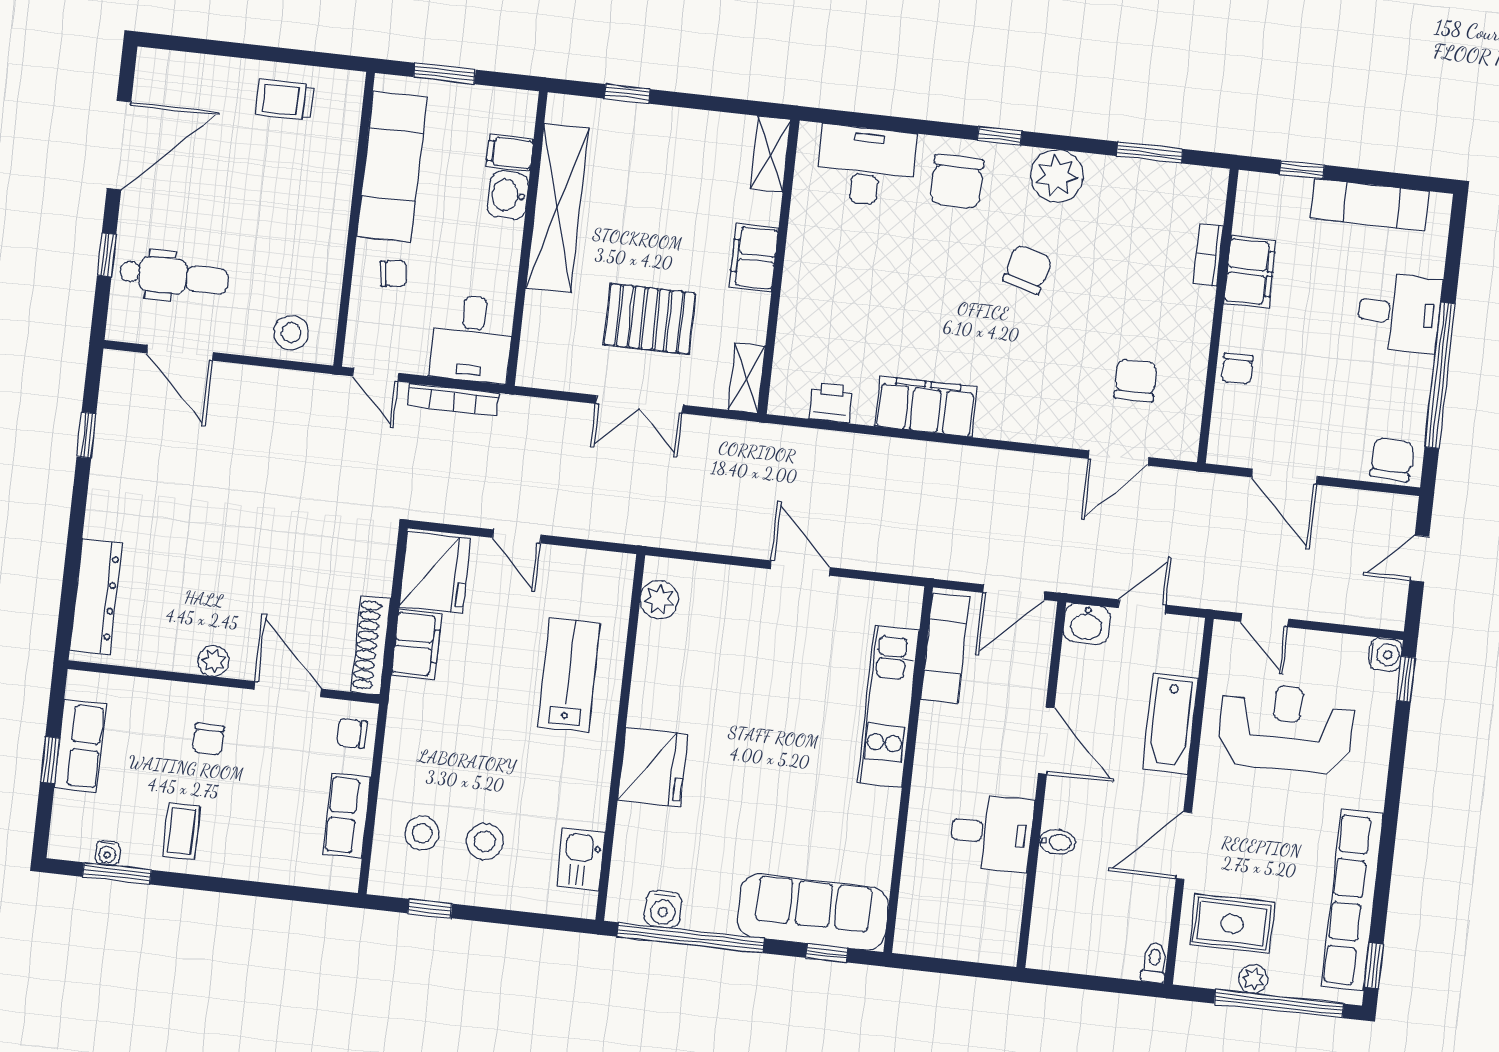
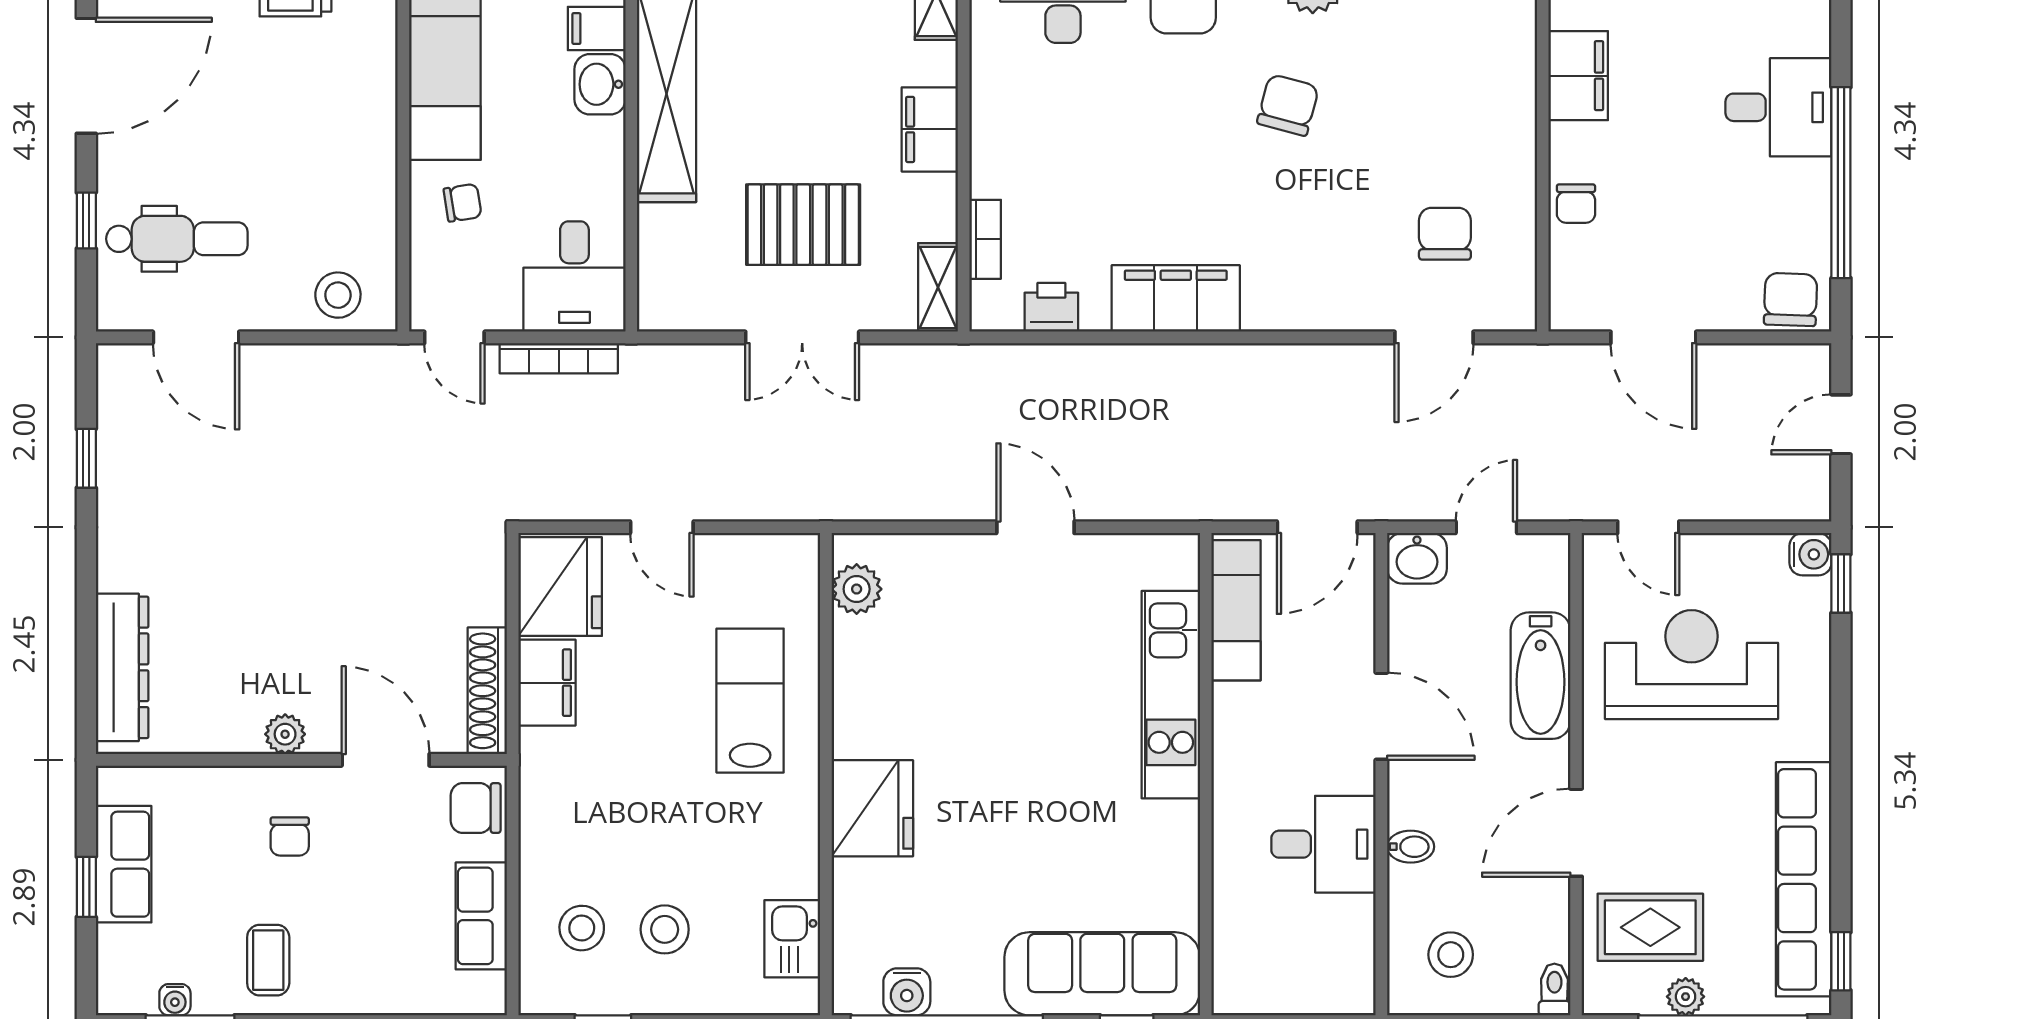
bookcase: (1208, 254) -> (985, 239), moved, turned 180
chair: (352, 733) -> (476, 808), width x1.37, depth x1.37
stool: (1079, 927) -> (1451, 955), added

